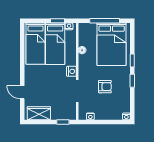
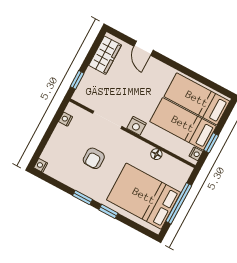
door: (22, 92) -> (144, 48), swing flipped

